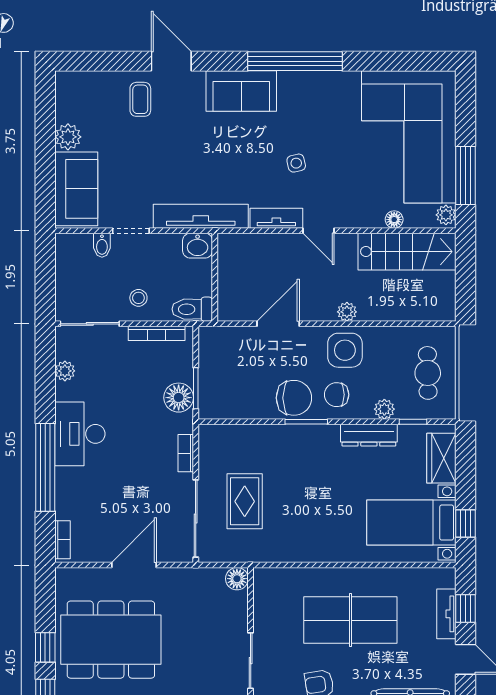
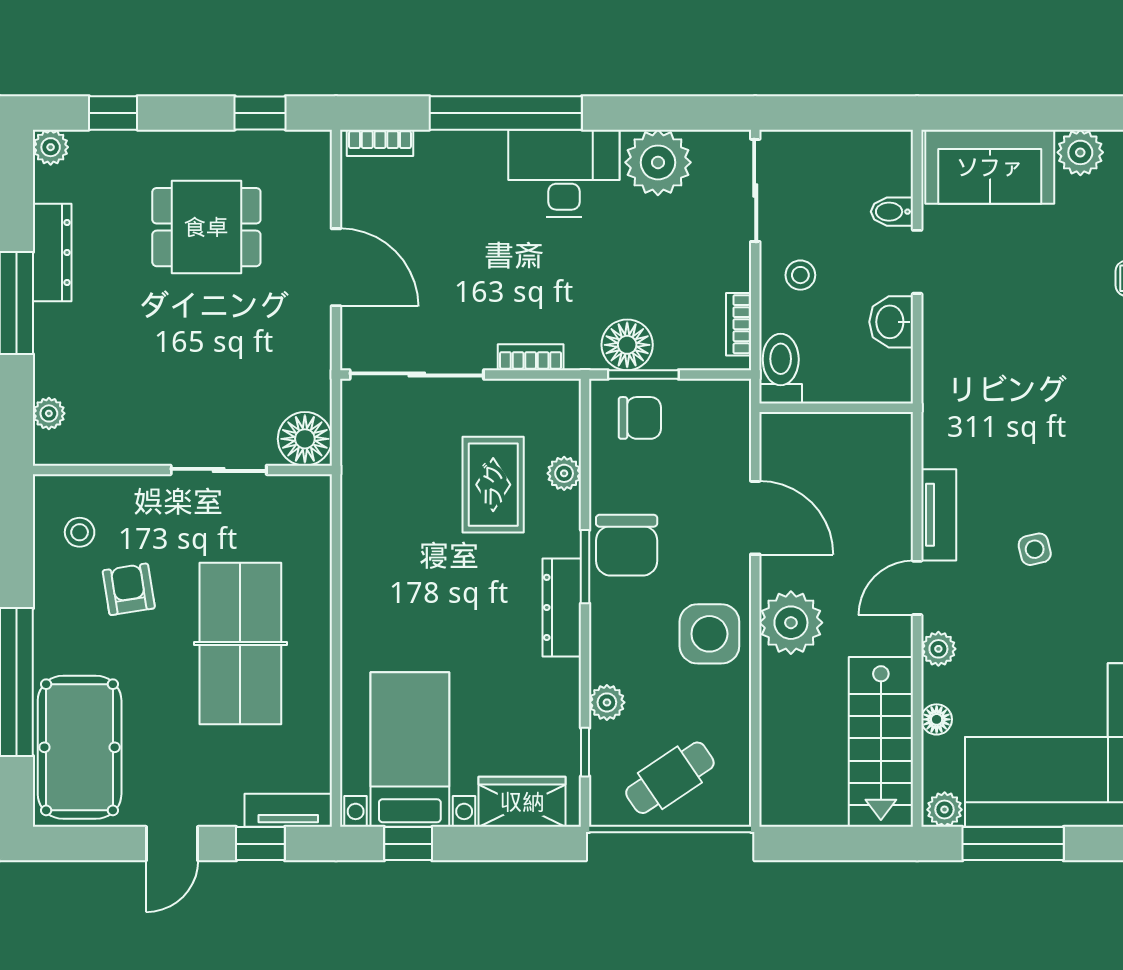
tv unit: (201, 216) -> (942, 383), removed
plant: (354, 218) -> (938, 649), added
washbasin: (198, 246) -> (891, 322), moved
plant: (347, 312) -> (791, 623), width x1.88, depth x1.88
bookcase: (157, 333) -> (739, 324), width x0.64
plant: (65, 371) -> (658, 162), width x1.87, depth x1.87
cafe table: (428, 373) -> (670, 778), turned -33
chair: (337, 395) -> (640, 418), moved, turned 90
plant: (253, 434) -> (564, 473), added
dresser: (369, 435) -> (562, 607), moved
rug: (245, 501) -> (493, 485), moved, turned 90
floor lamp: (237, 579) -> (305, 439), width x1.38, depth x1.38
tv unit: (446, 614) -> (288, 810), moved
dining table: (111, 640) -> (206, 227), width x0.53, depth x0.80
window: (45, 647) -> (260, 113), moved
sliding door: (251, 661) -> (219, 470), moved

